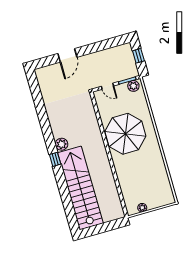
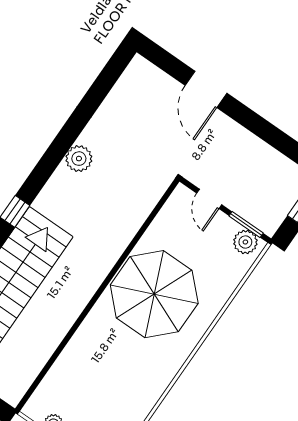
door: (67, 55) -> (206, 89), hinge flipped
plant: (62, 144) -> (79, 159), moved

